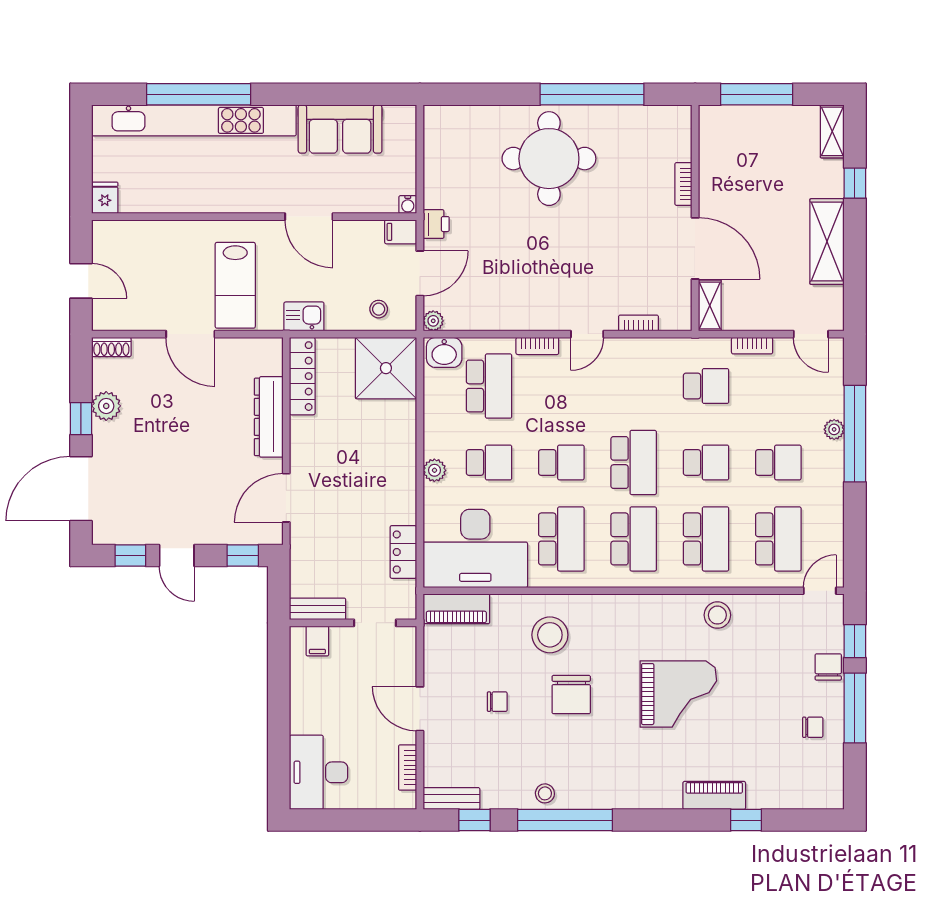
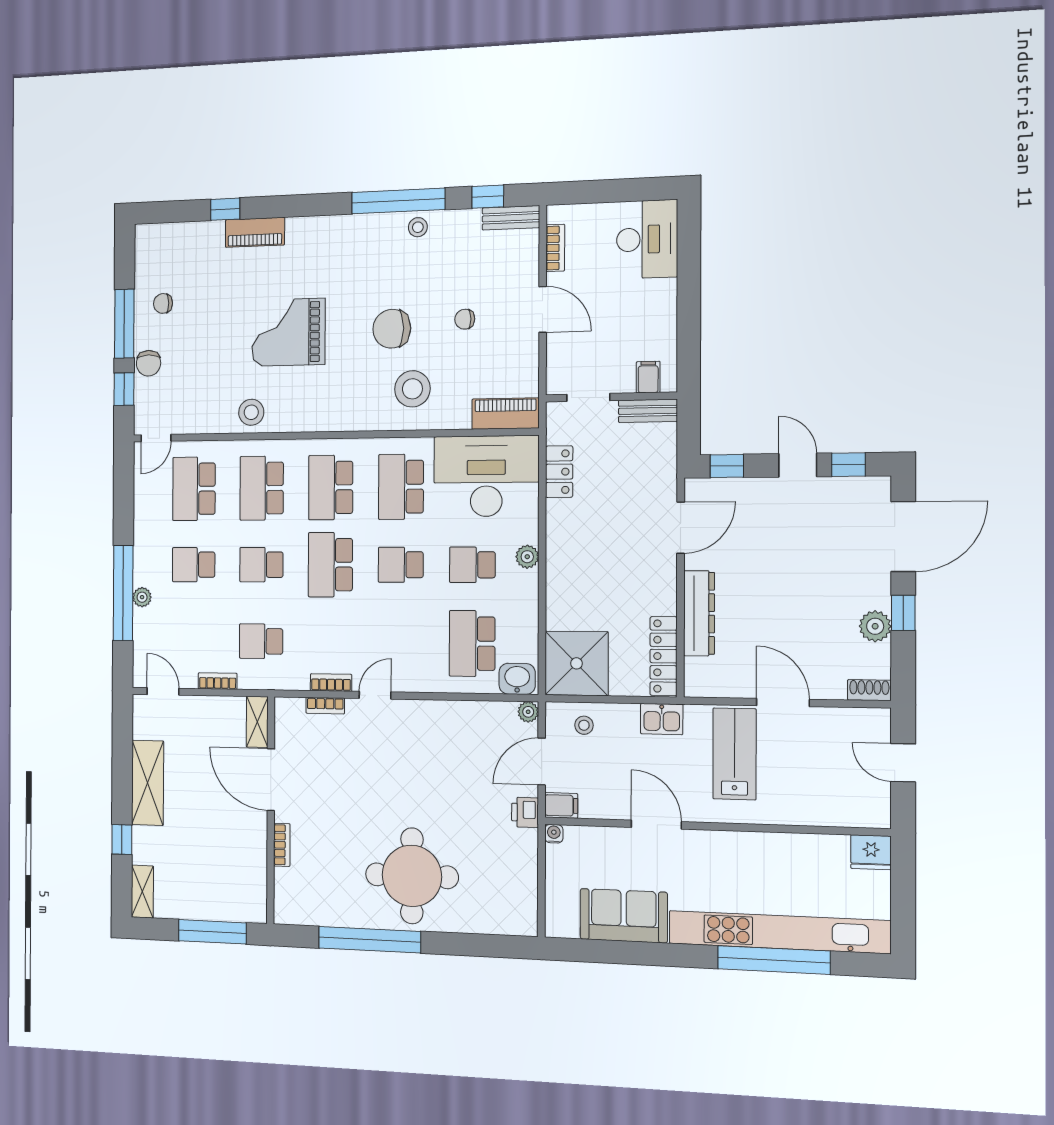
fridge: (105, 198) -> (871, 852), width x1.38
bookcase: (537, 346) -> (331, 683), moved
chair: (571, 695) -> (392, 329), turned -90

